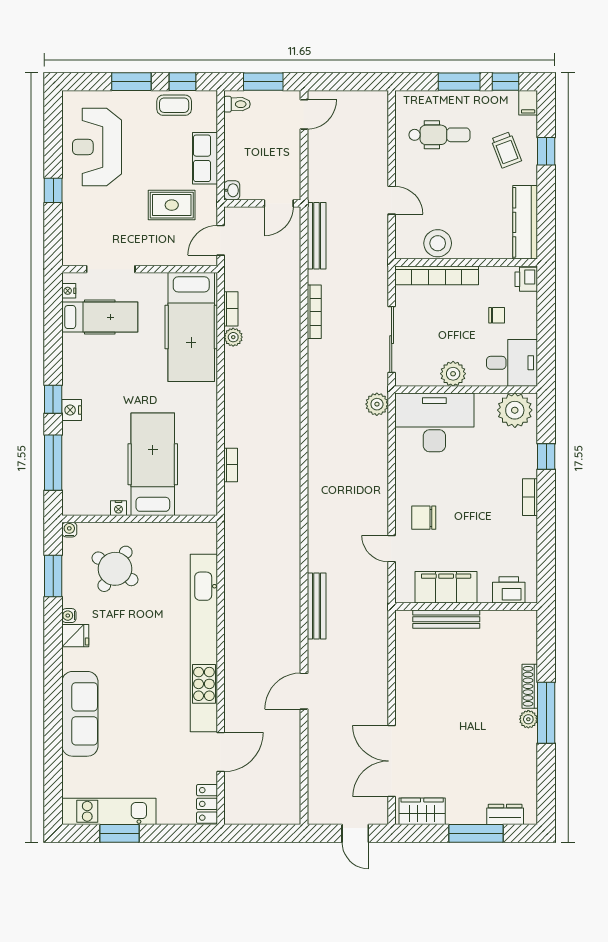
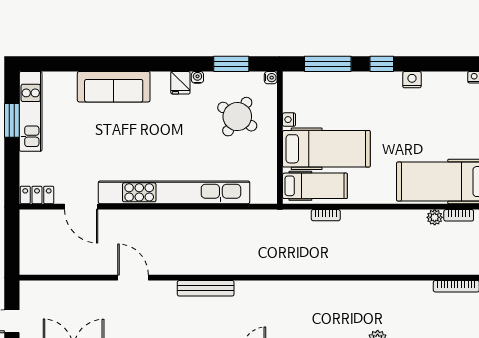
hospital bed: (100, 317) -> (315, 186), moved, turned -90
nightstand: (72, 410) -> (412, 80), moved

